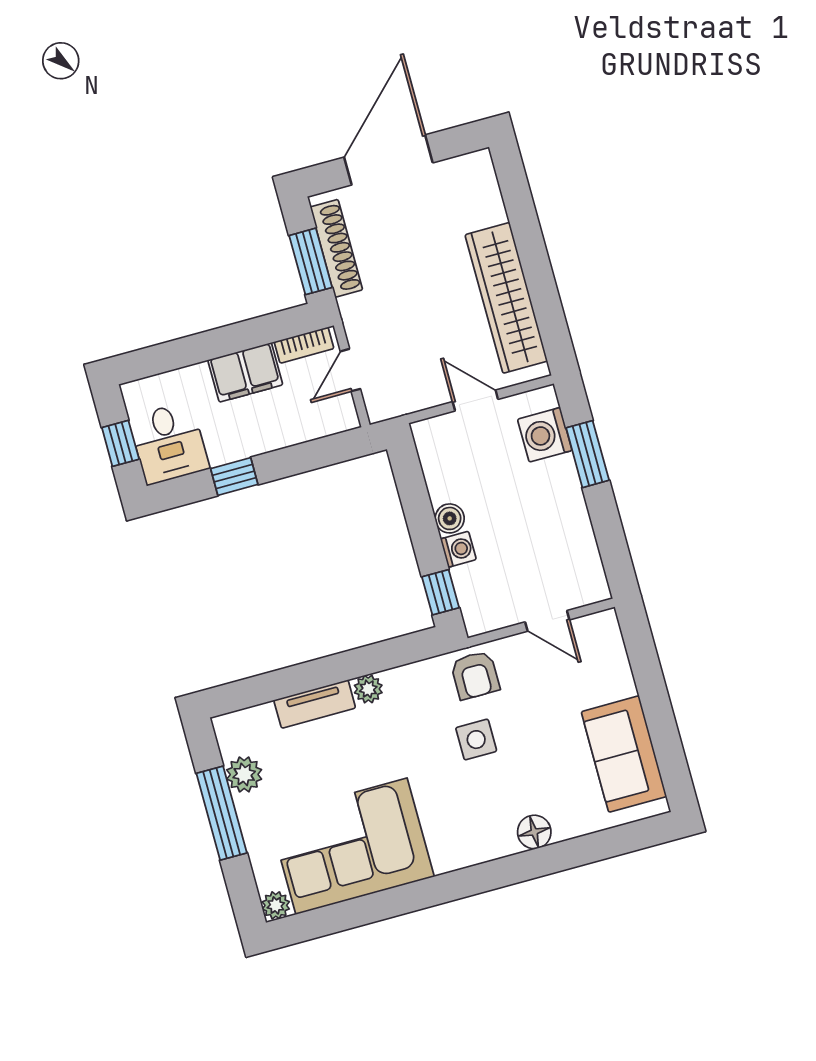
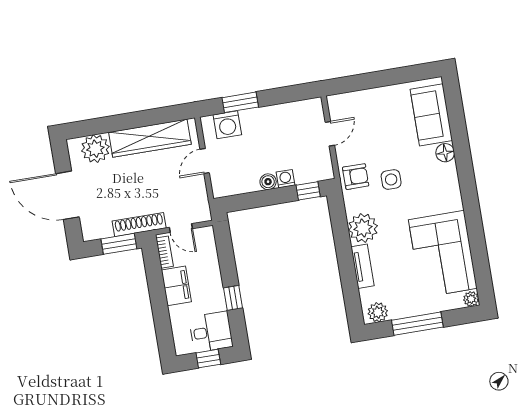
plant: (477, 202) -> (95, 149), added
shoe rack: (336, 248) -> (139, 225), moved
plant: (368, 689) -> (363, 228), width x1.87, depth x1.87
sofa: (624, 754) -> (431, 115), moved, turned 90
plant: (244, 774) -> (378, 312), moved

